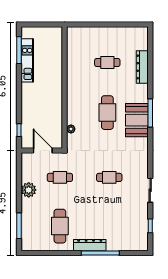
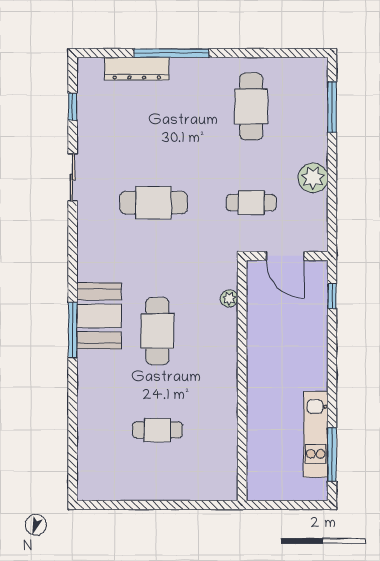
dresser: (142, 67) -> (88, 421), removed
cafe table: (109, 177) -> (154, 203), width x1.37, depth x1.35
dresser: (90, 245) -> (137, 69), moved

